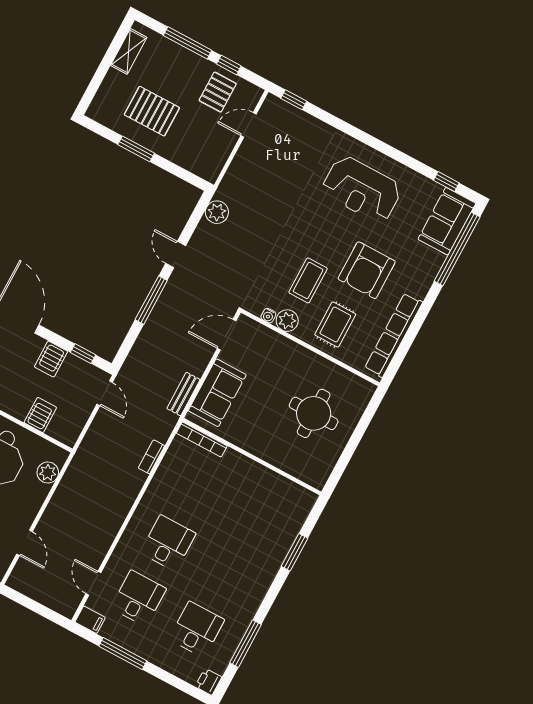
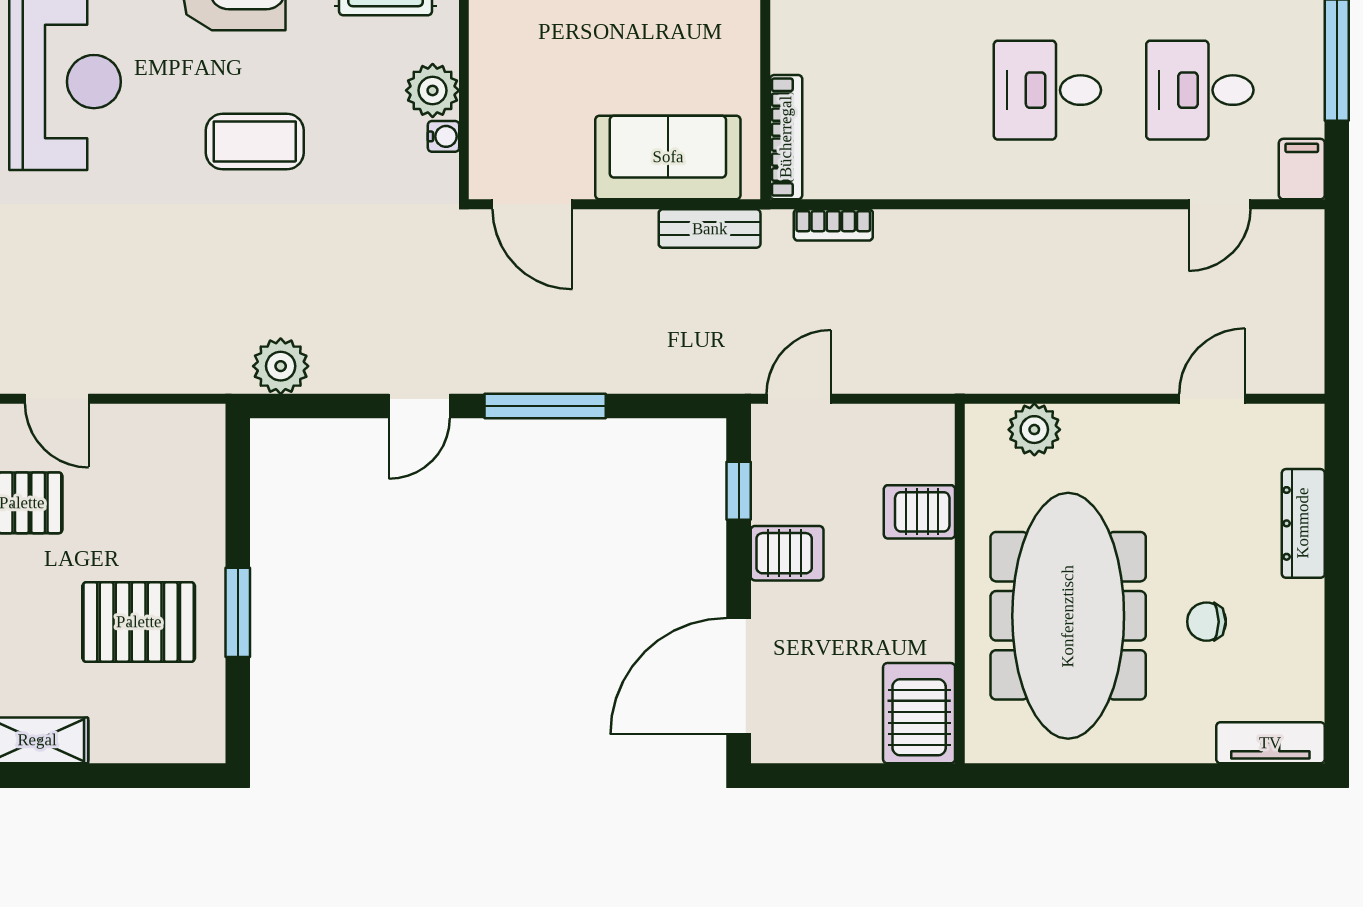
pallet: (152, 111) -> (139, 622), turned 90
coffee table: (308, 280) -> (255, 141), moved
bookcase: (151, 457) -> (833, 225), moved

